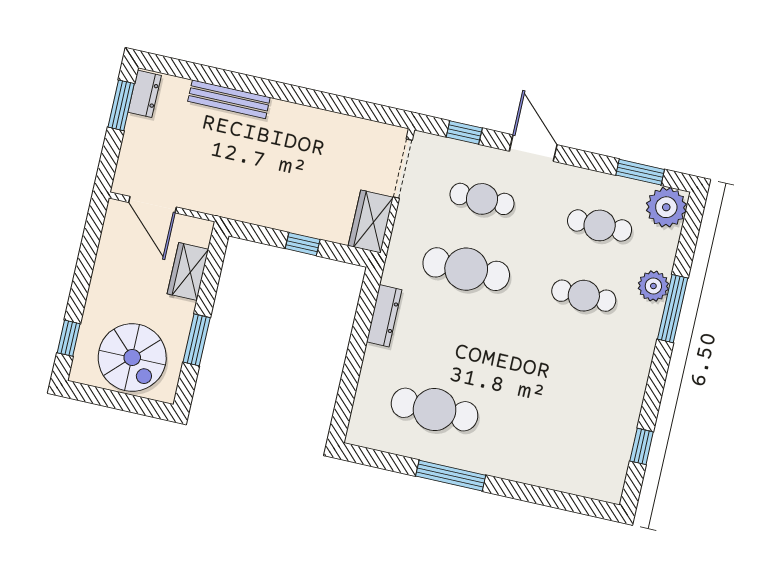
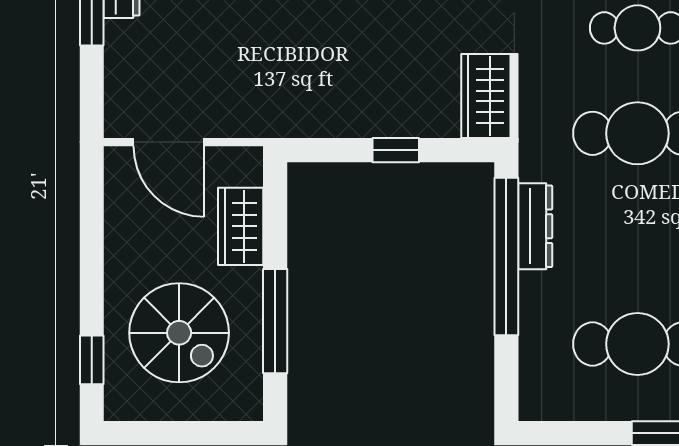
window: (360, 332) -> (506, 257), added
window: (197, 340) -> (275, 321), width x1.44
spiral stairs: (132, 357) -> (179, 333), moved

